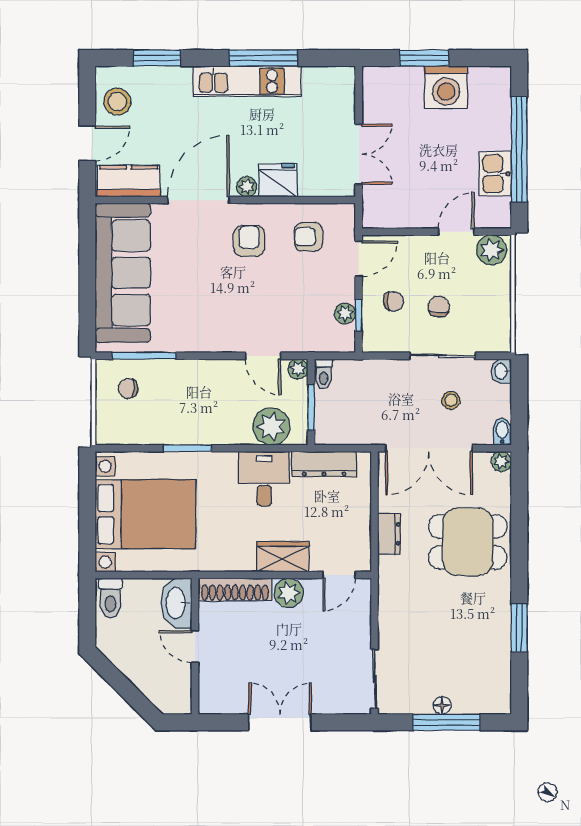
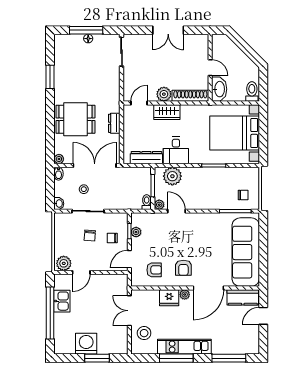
window: (157, 58) -> (229, 358), width x1.44
stool: (117, 102) -> (144, 333), moved

